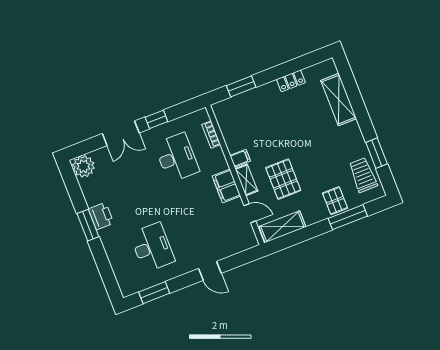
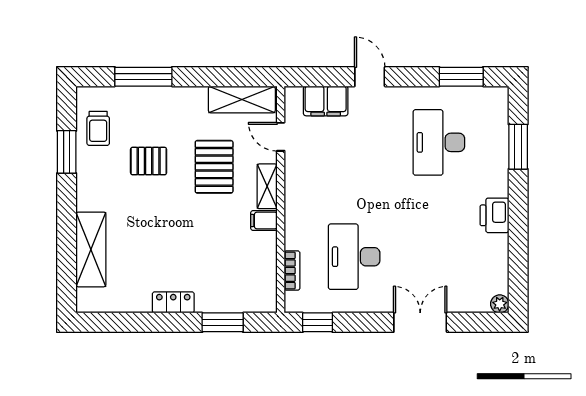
locker: (291, 81) -> (173, 302), moved
window: (156, 119) -> (318, 322), moved
plant: (83, 166) -> (500, 304), width x0.53, depth x0.53
trolley: (363, 175) -> (98, 128), width x0.73, depth x0.72
filing cabinet: (226, 186) -> (326, 101), moved, turned 90
pallet: (335, 201) -> (149, 161), moved, turned 90
window: (88, 225) -> (518, 147), moved

